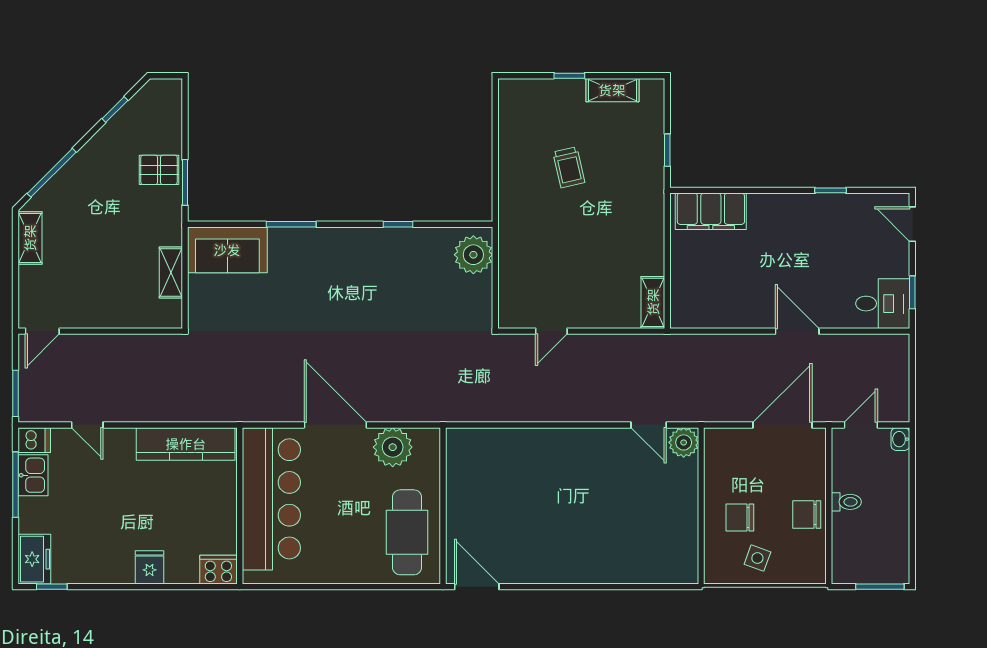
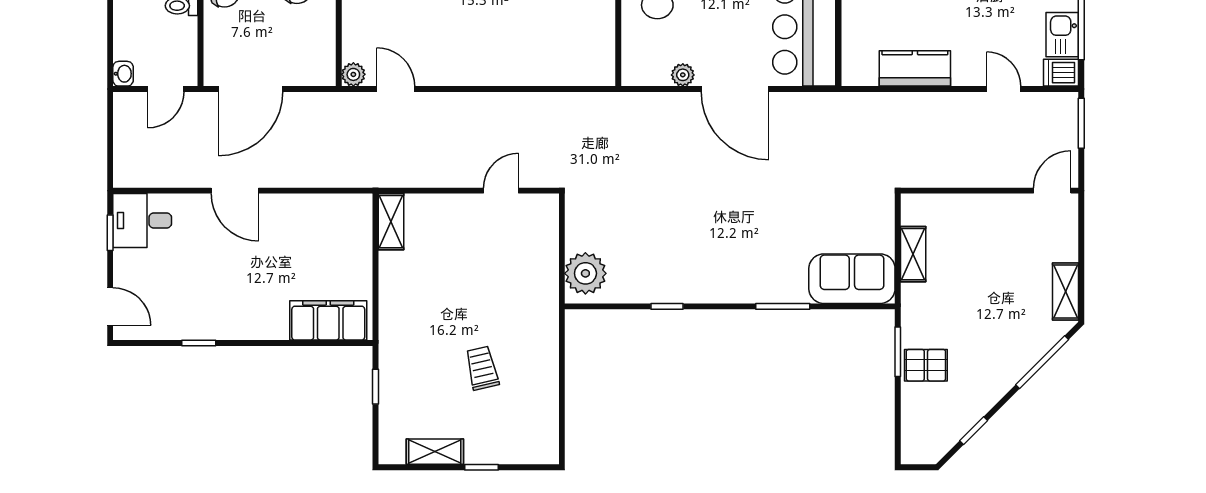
plant: (684, 442) -> (353, 74), width x0.73, depth x0.73
kitchen counter: (186, 444) -> (915, 68), width x0.67
plant: (393, 447) -> (683, 75), width x0.53, depth x0.53

